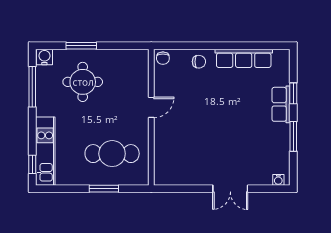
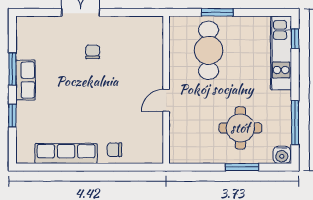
chair: (163, 58) -> (93, 52), moved
row of seats: (281, 104) -> (26, 80), moved
cafe table: (112, 154) -> (209, 50), turned 90
water cooler: (278, 180) -> (29, 22), removed

